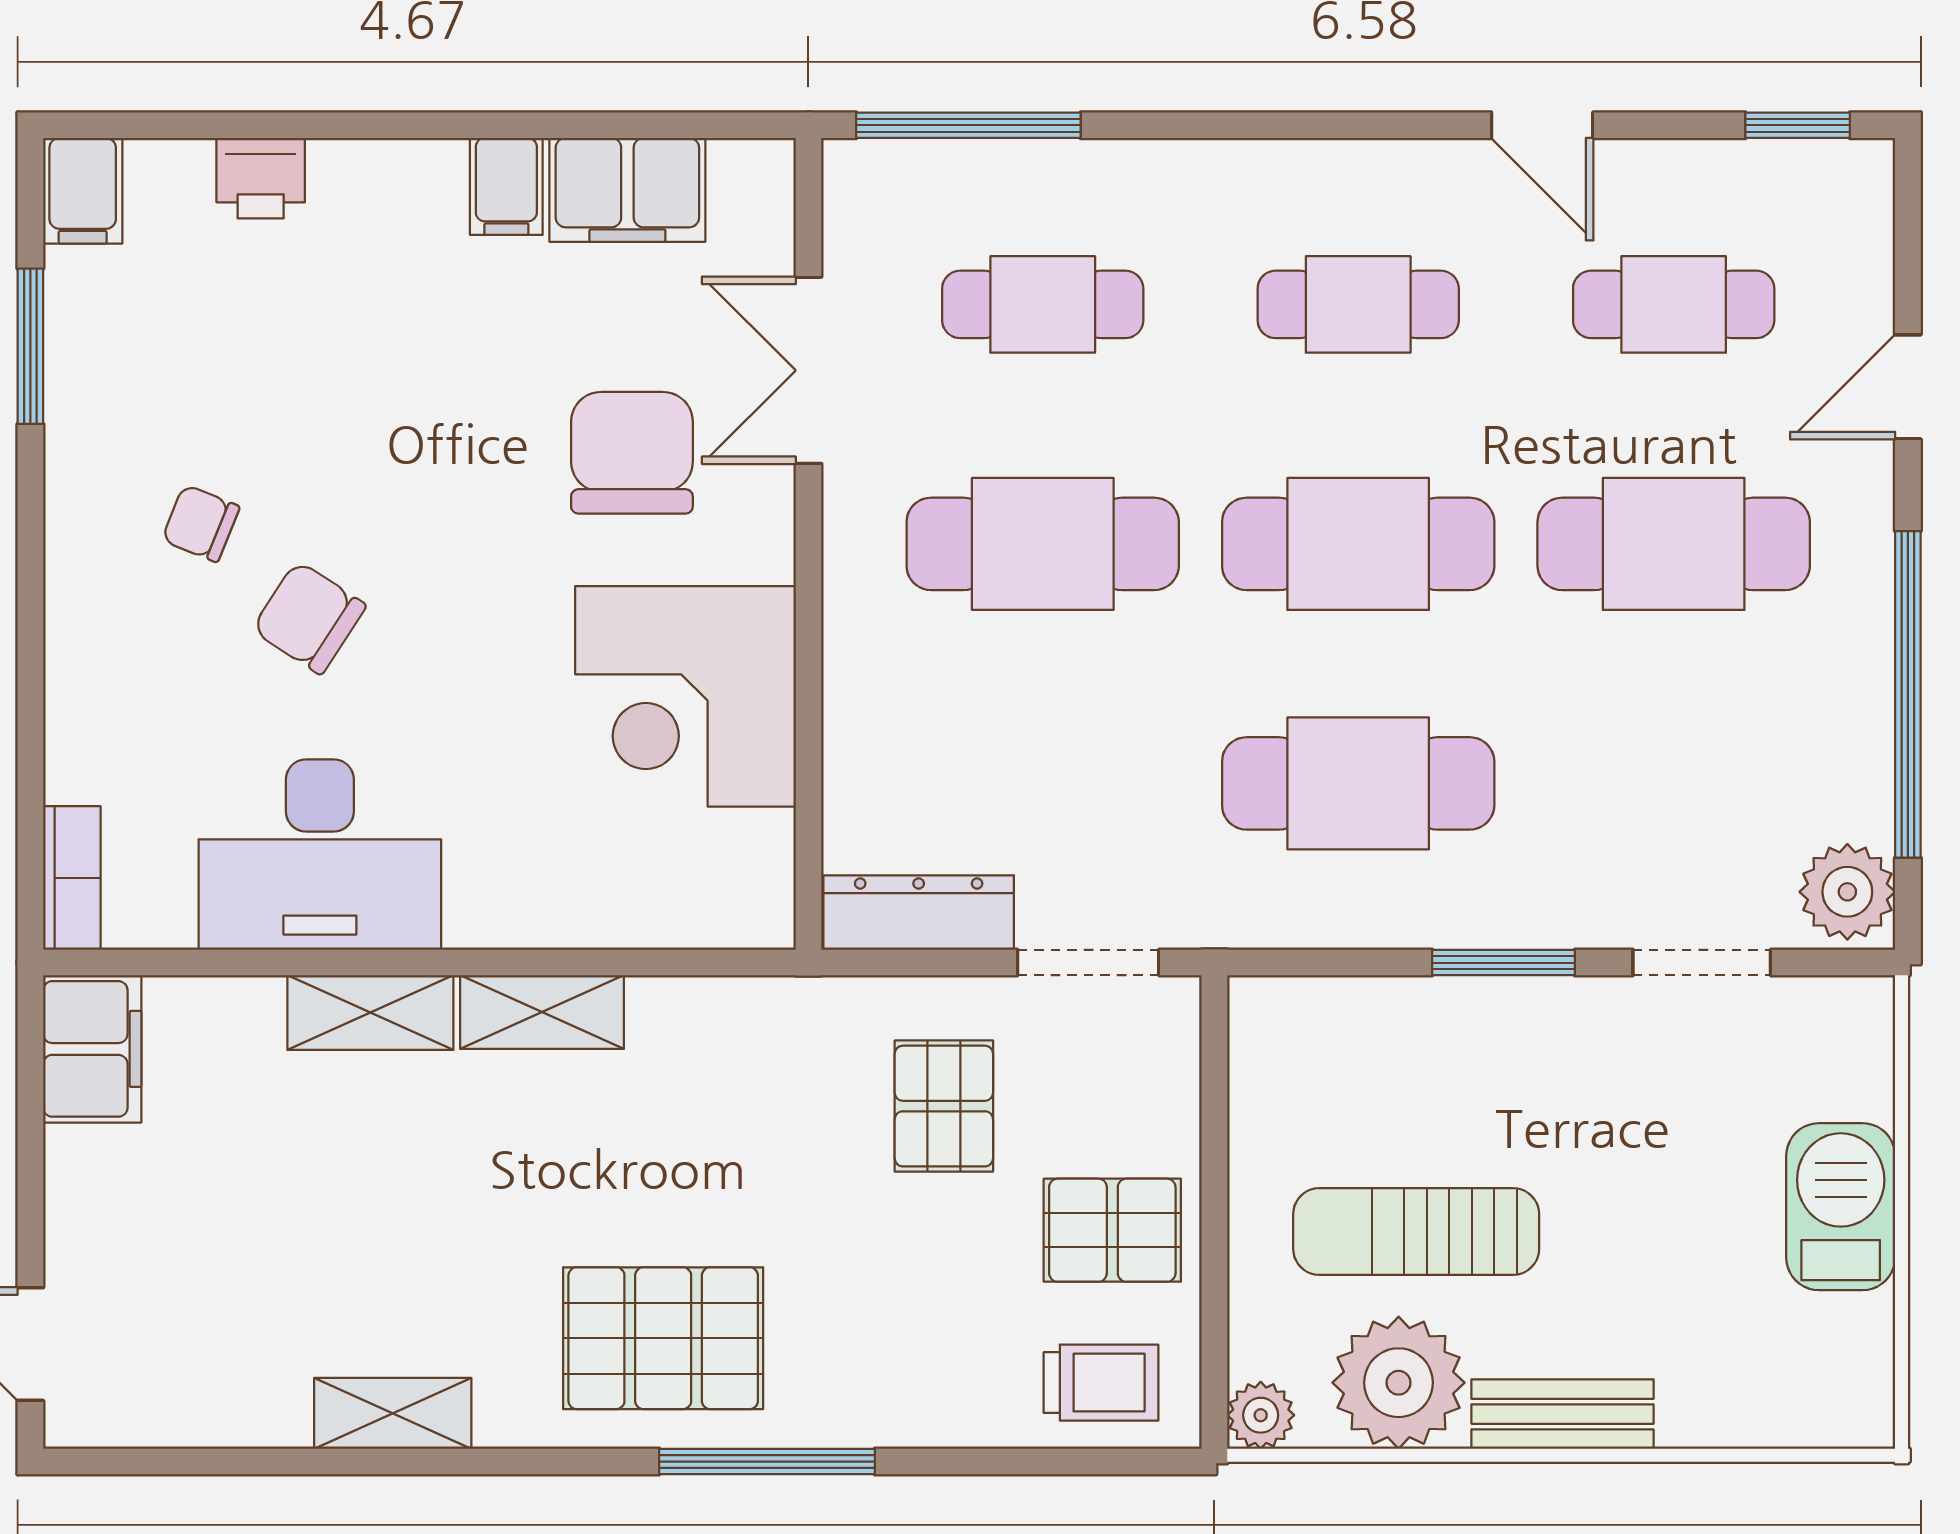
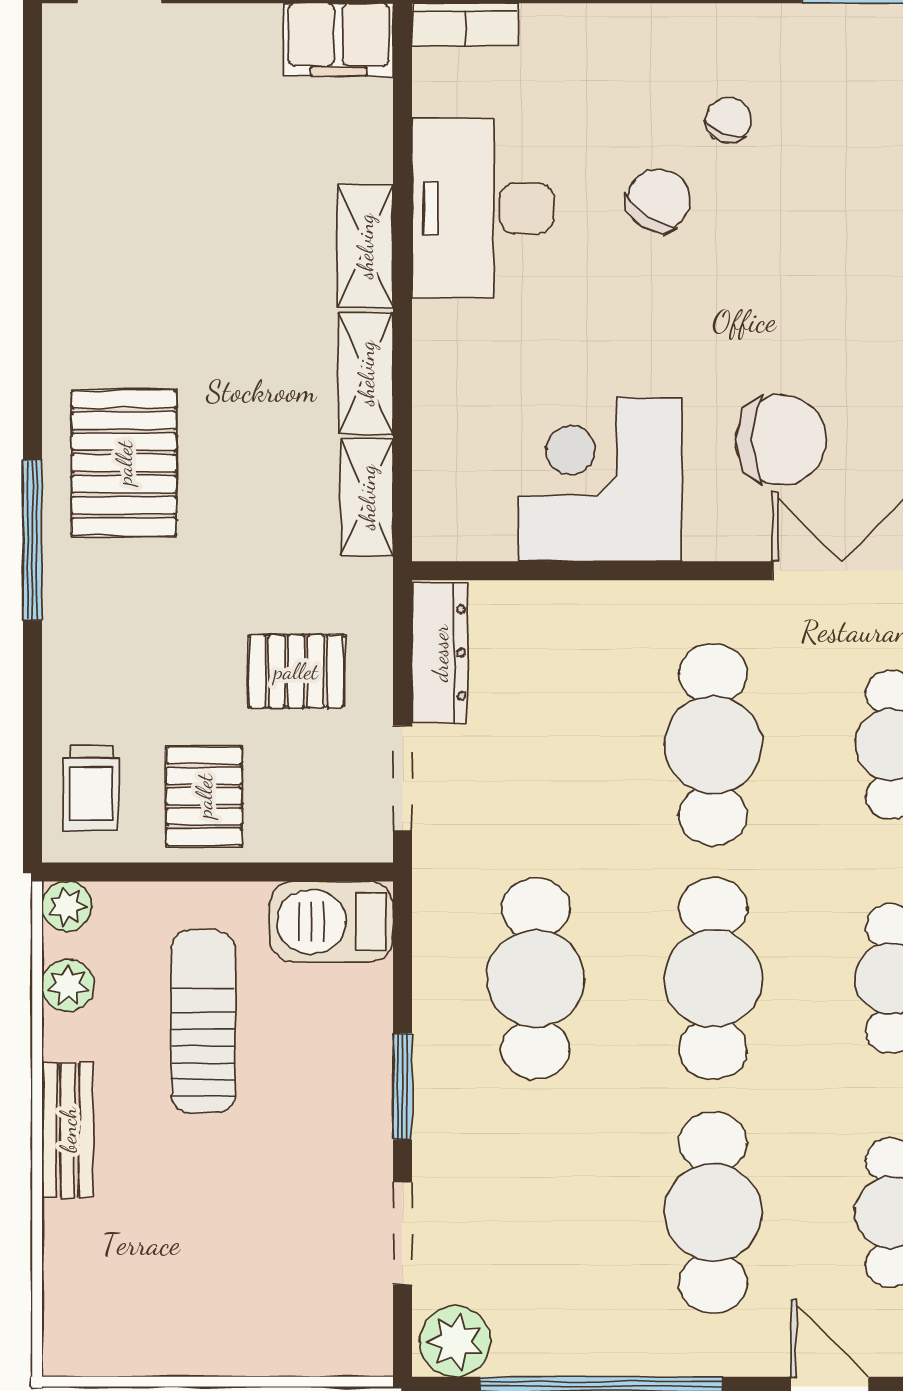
barbecue: (1841, 1207) -> (331, 922), moved, turned 180
plant: (1399, 1383) -> (68, 986), width x0.53, depth x0.53
shelving: (393, 1413) -> (367, 497), moved

